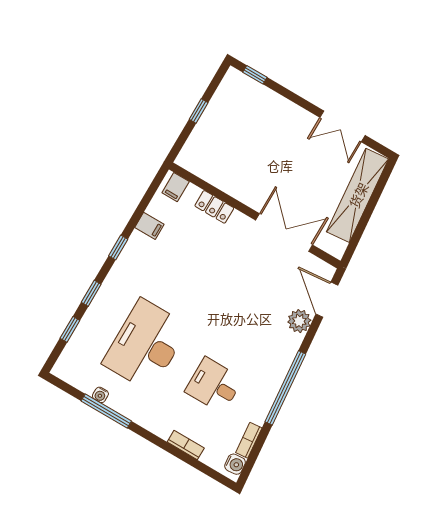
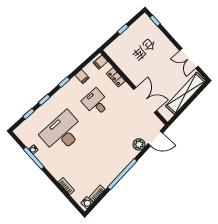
door: (327, 300) -> (155, 138), swing flipped
desk: (214, 385) -> (96, 103), moved

